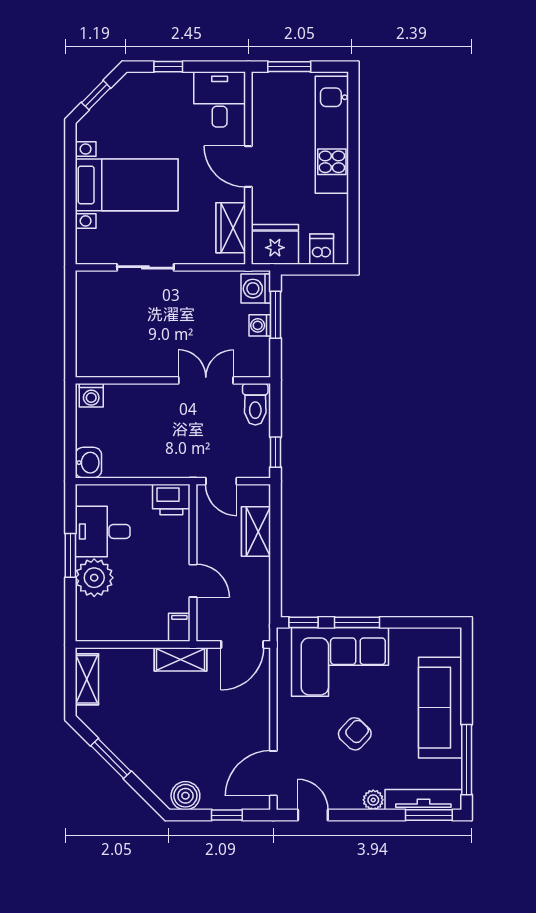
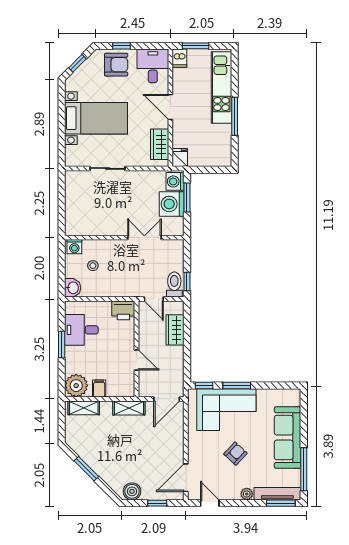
armchair: (160, 97) -> (116, 65), added
window: (353, 182) -> (235, 116), added
fridge: (275, 244) -> (180, 158), width x0.53, depth x0.75
dishwasher: (322, 249) -> (179, 58), moved, turned 180
washing machine: (260, 325) -> (172, 204), width x1.89, depth x1.89
toilet: (255, 404) -> (174, 285), moved, turned 180
stool: (121, 426) -> (93, 266), added
plant: (94, 578) -> (76, 386), moved
filing cabinet: (179, 627) -> (99, 388), moved
shelving: (87, 679) -> (84, 408), moved, turned 90

